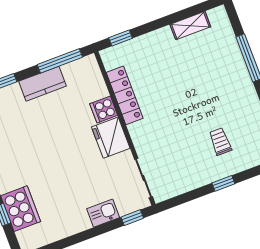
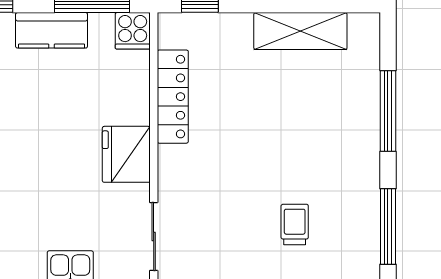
shelving: (190, 26) -> (300, 31), width x1.50, depth x1.33
cooker: (104, 110) -> (133, 31), moved, turned -90

